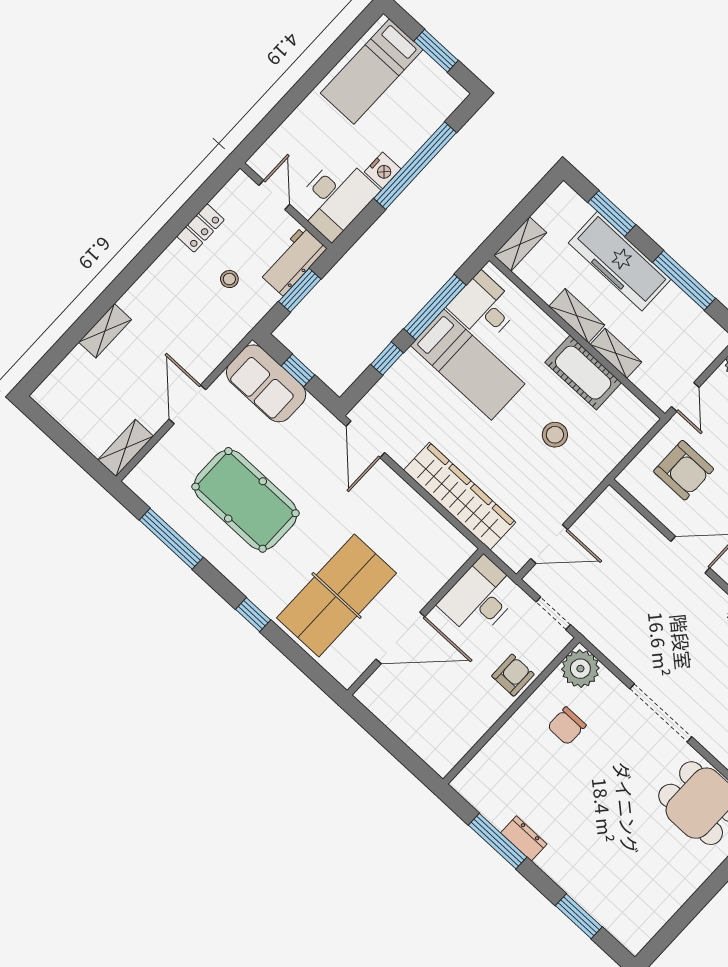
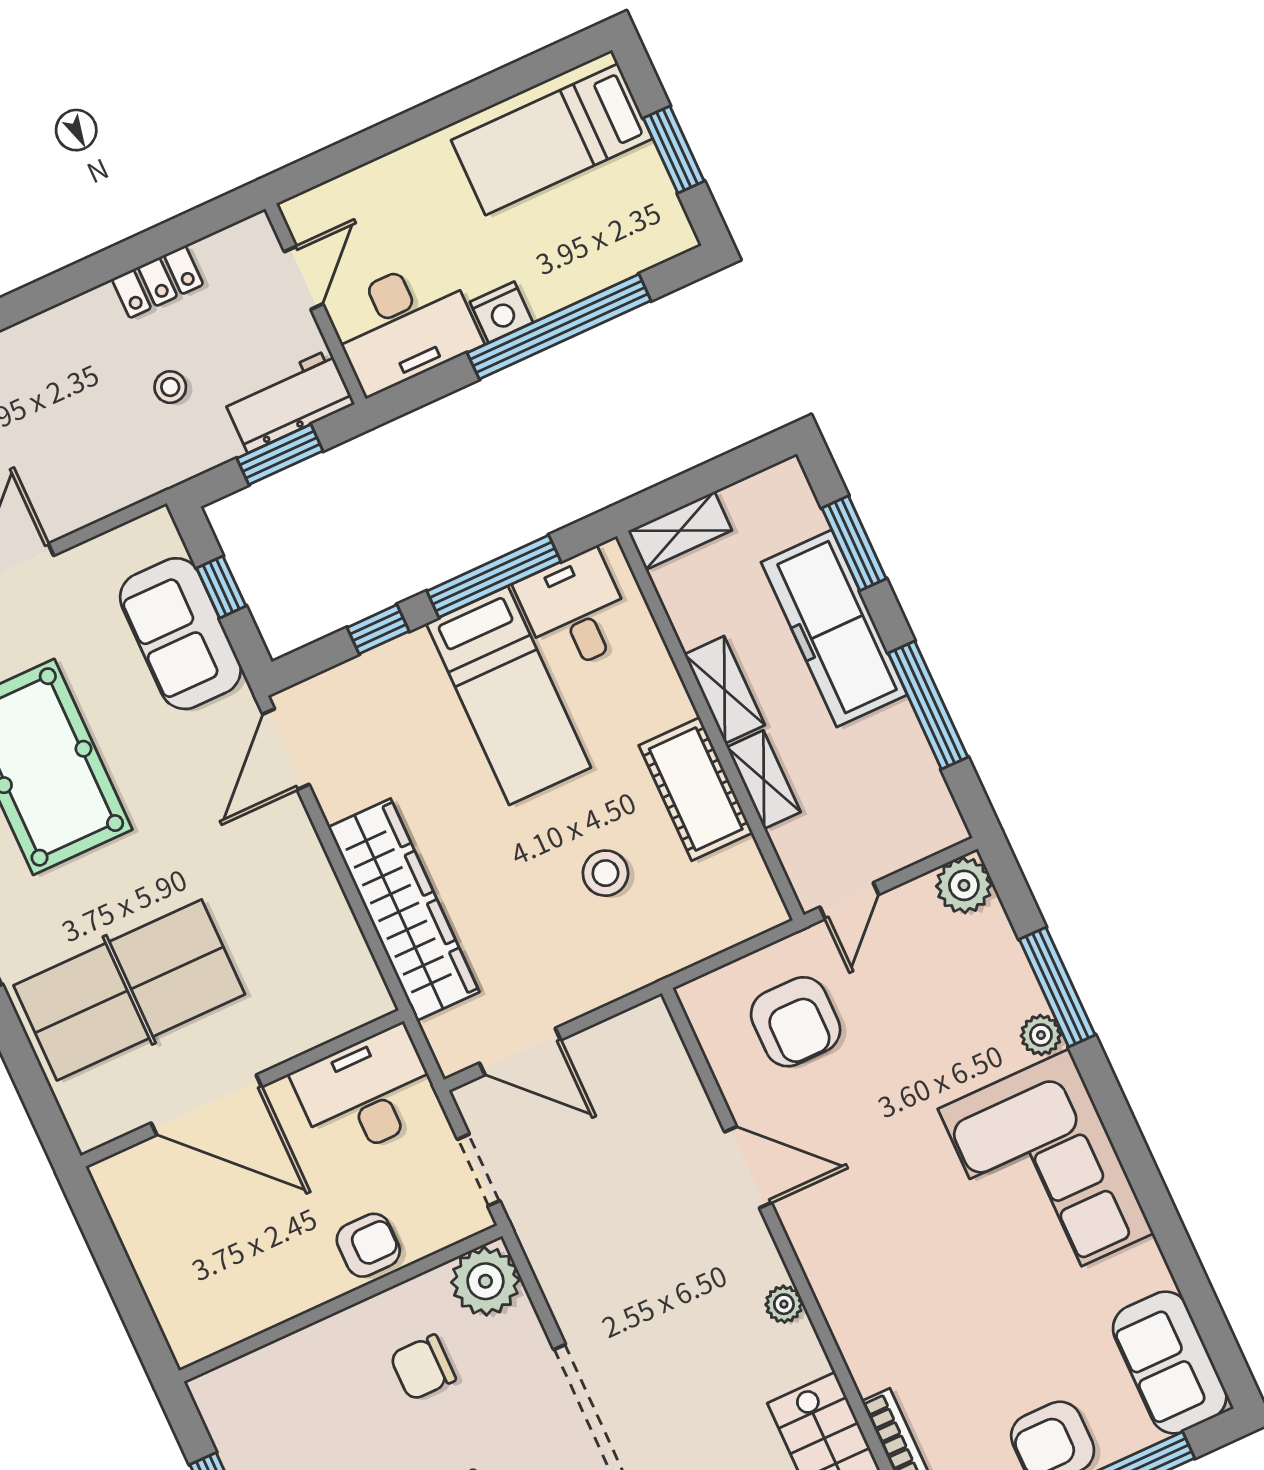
sofa: (266, 383) -> (180, 634), moved

